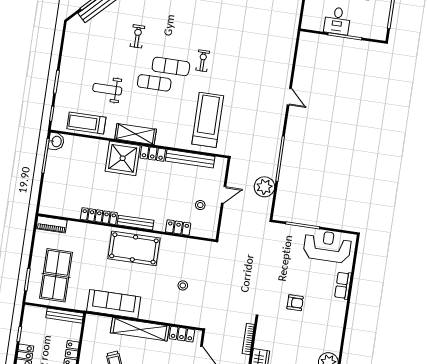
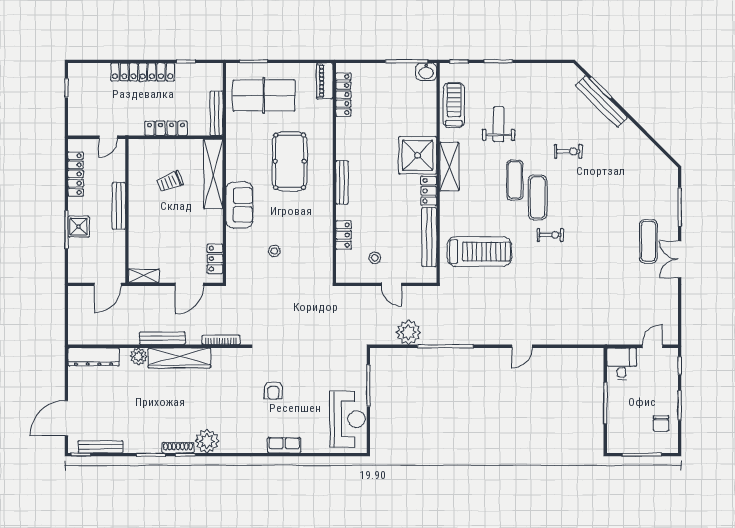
desk: (337, 21) -> (622, 364), moved, turned 90
locker: (99, 216) -> (343, 95), moved
pool table: (134, 248) -> (290, 161), moved
row of seats: (343, 285) -> (284, 445), moved
sofa: (114, 304) -> (239, 205), moved, width x0.73
shelving: (140, 329) -> (213, 174), moved

